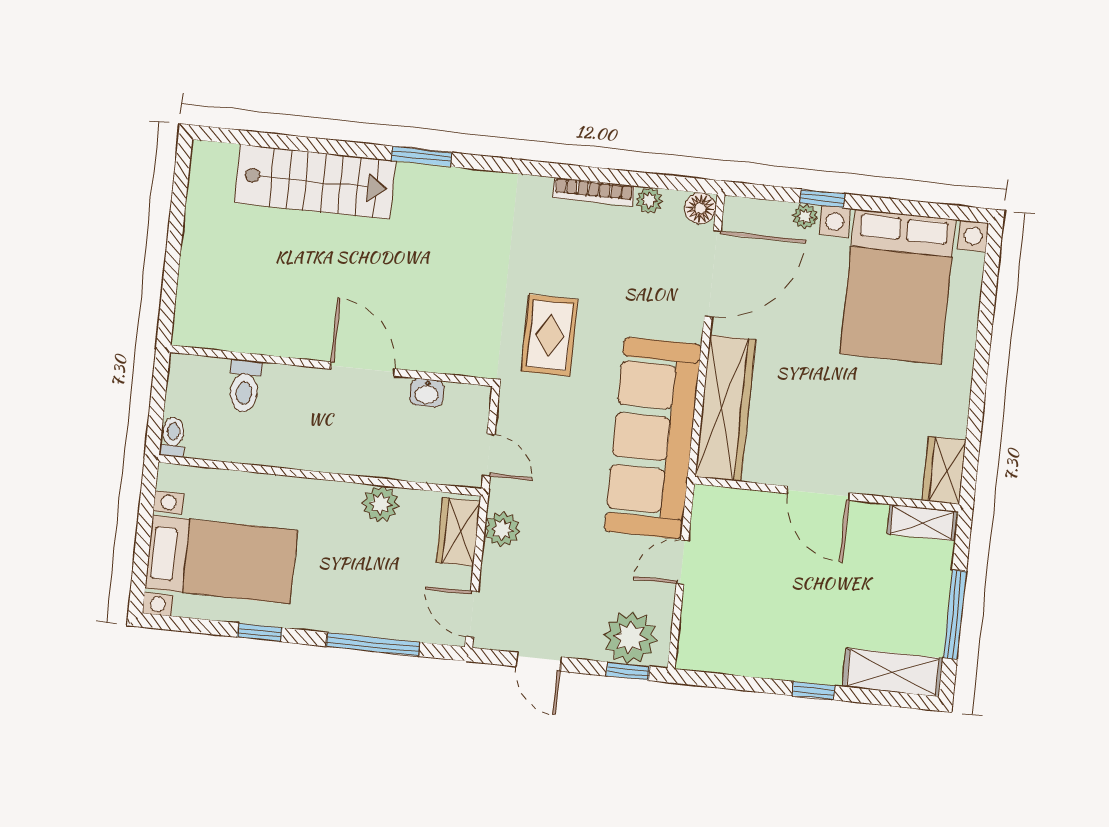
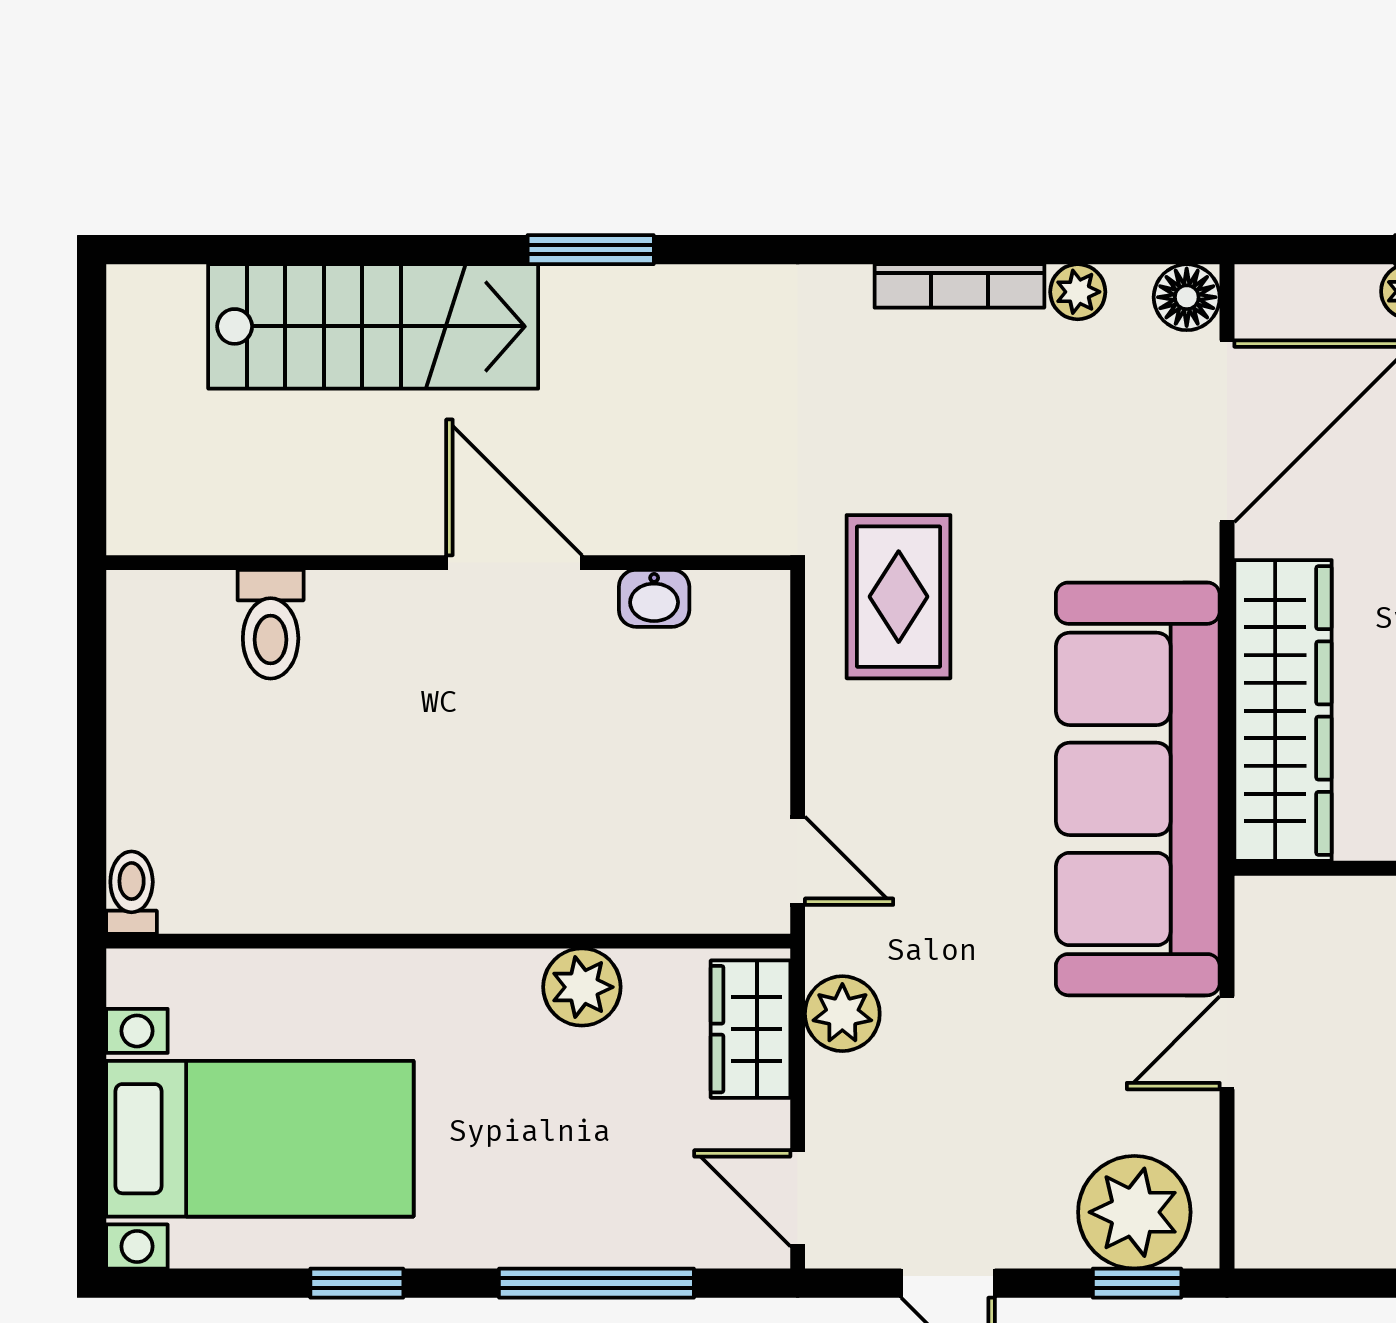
wall: (331, 366) -> (448, 563), moved
door: (363, 369) -> (514, 563), moved
toilet: (245, 386) -> (271, 624), moved
washbasin: (427, 393) -> (654, 598), moved

